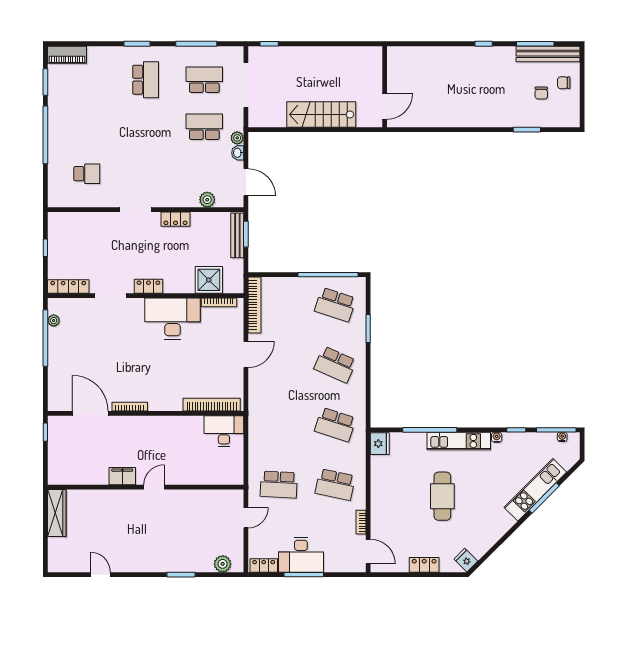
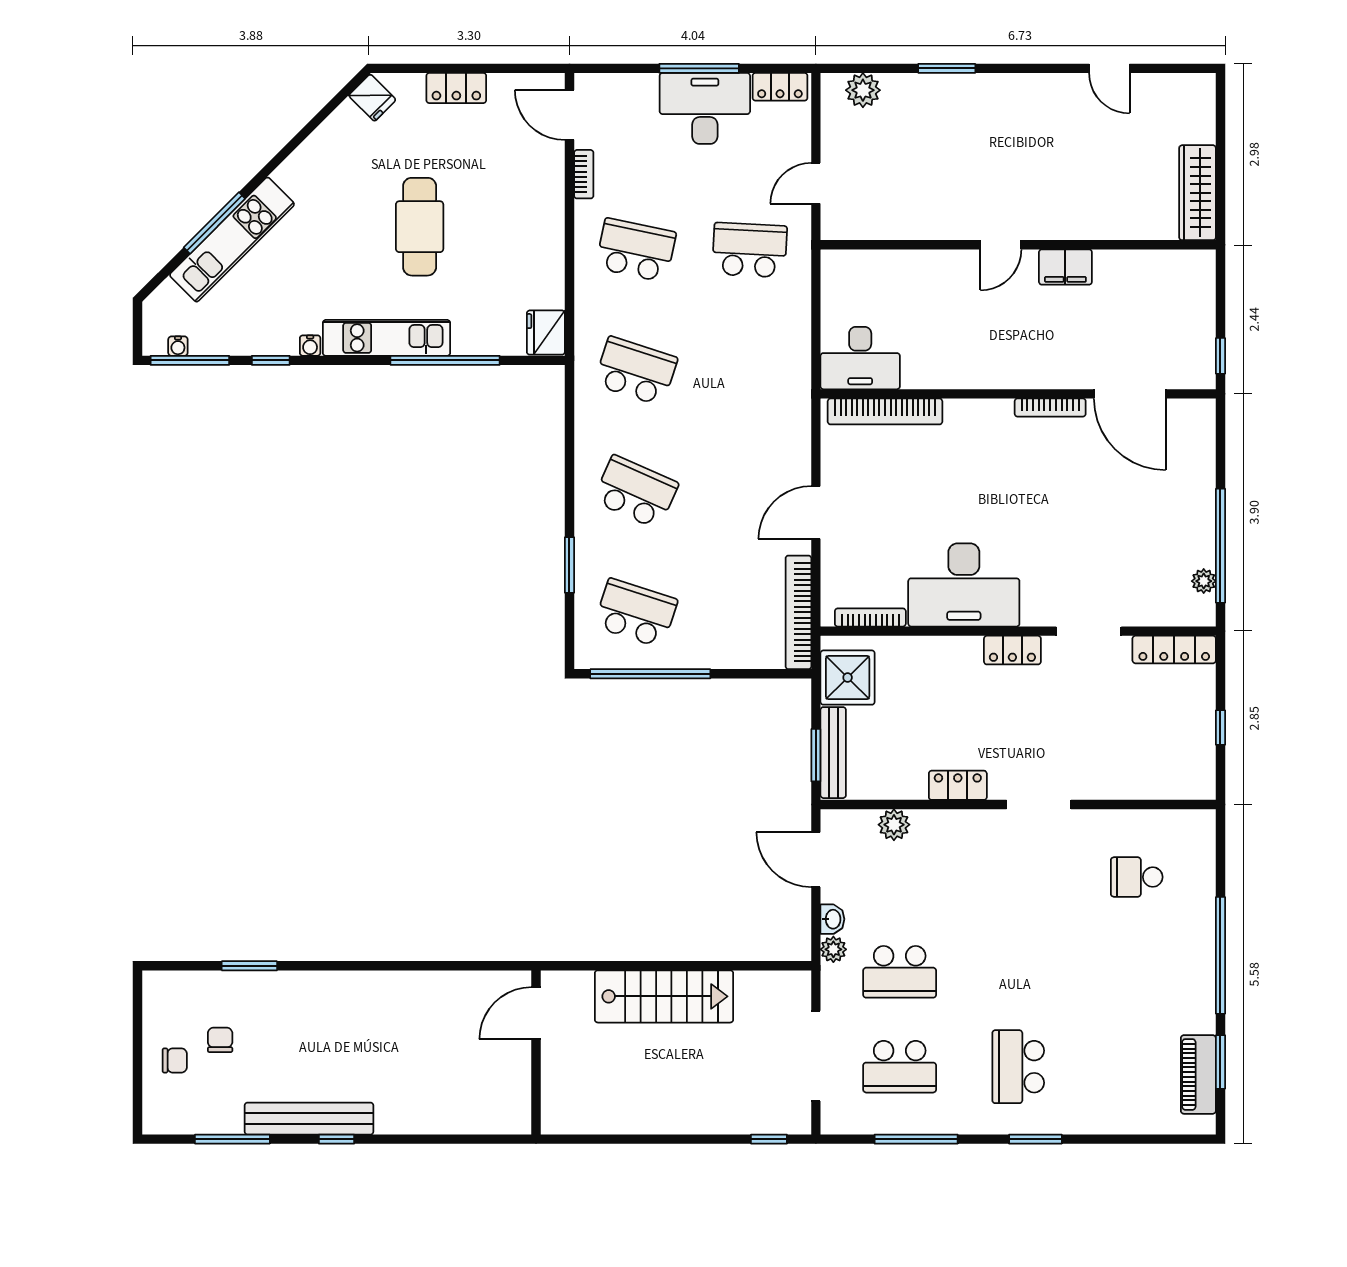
bench: (548, 54) -> (309, 1119), moved
piano: (67, 55) -> (1198, 1074), moved, turned -90
shower: (209, 280) -> (848, 678), moved

